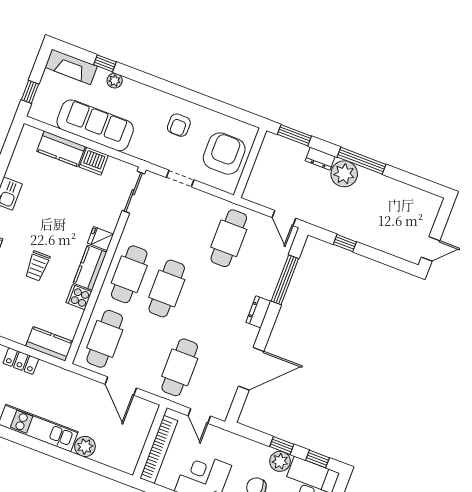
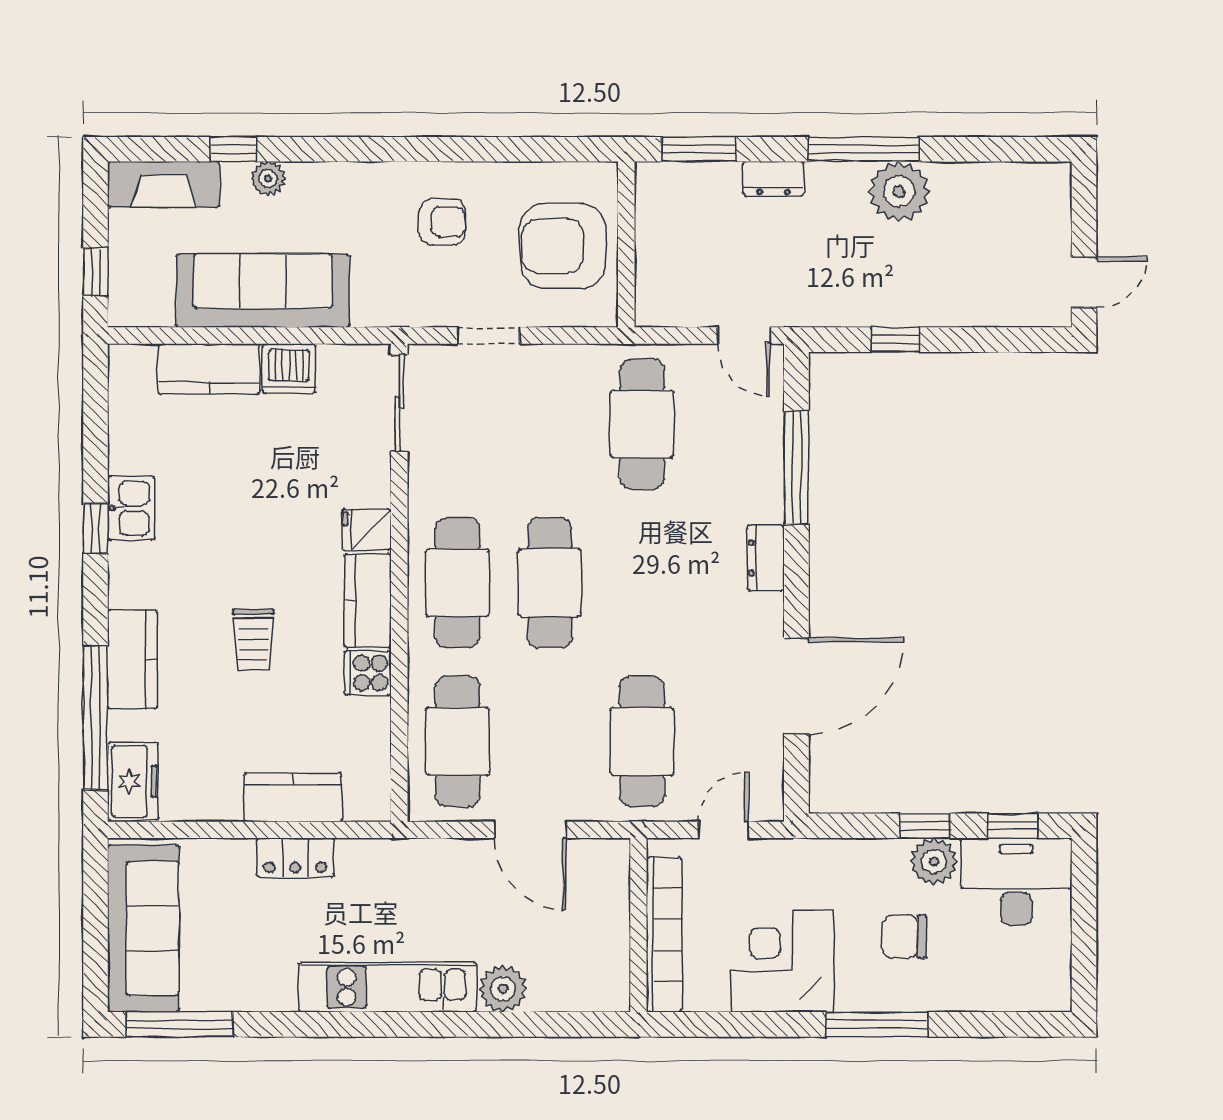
armchair: (179, 125) -> (442, 222), turned -90
armchair: (224, 154) -> (563, 246), turned -90
plant: (344, 174) -> (899, 192), moved
kitchen counter: (49, 344) -> (293, 797), moved
door: (199, 416) -> (723, 830), swing flipped

